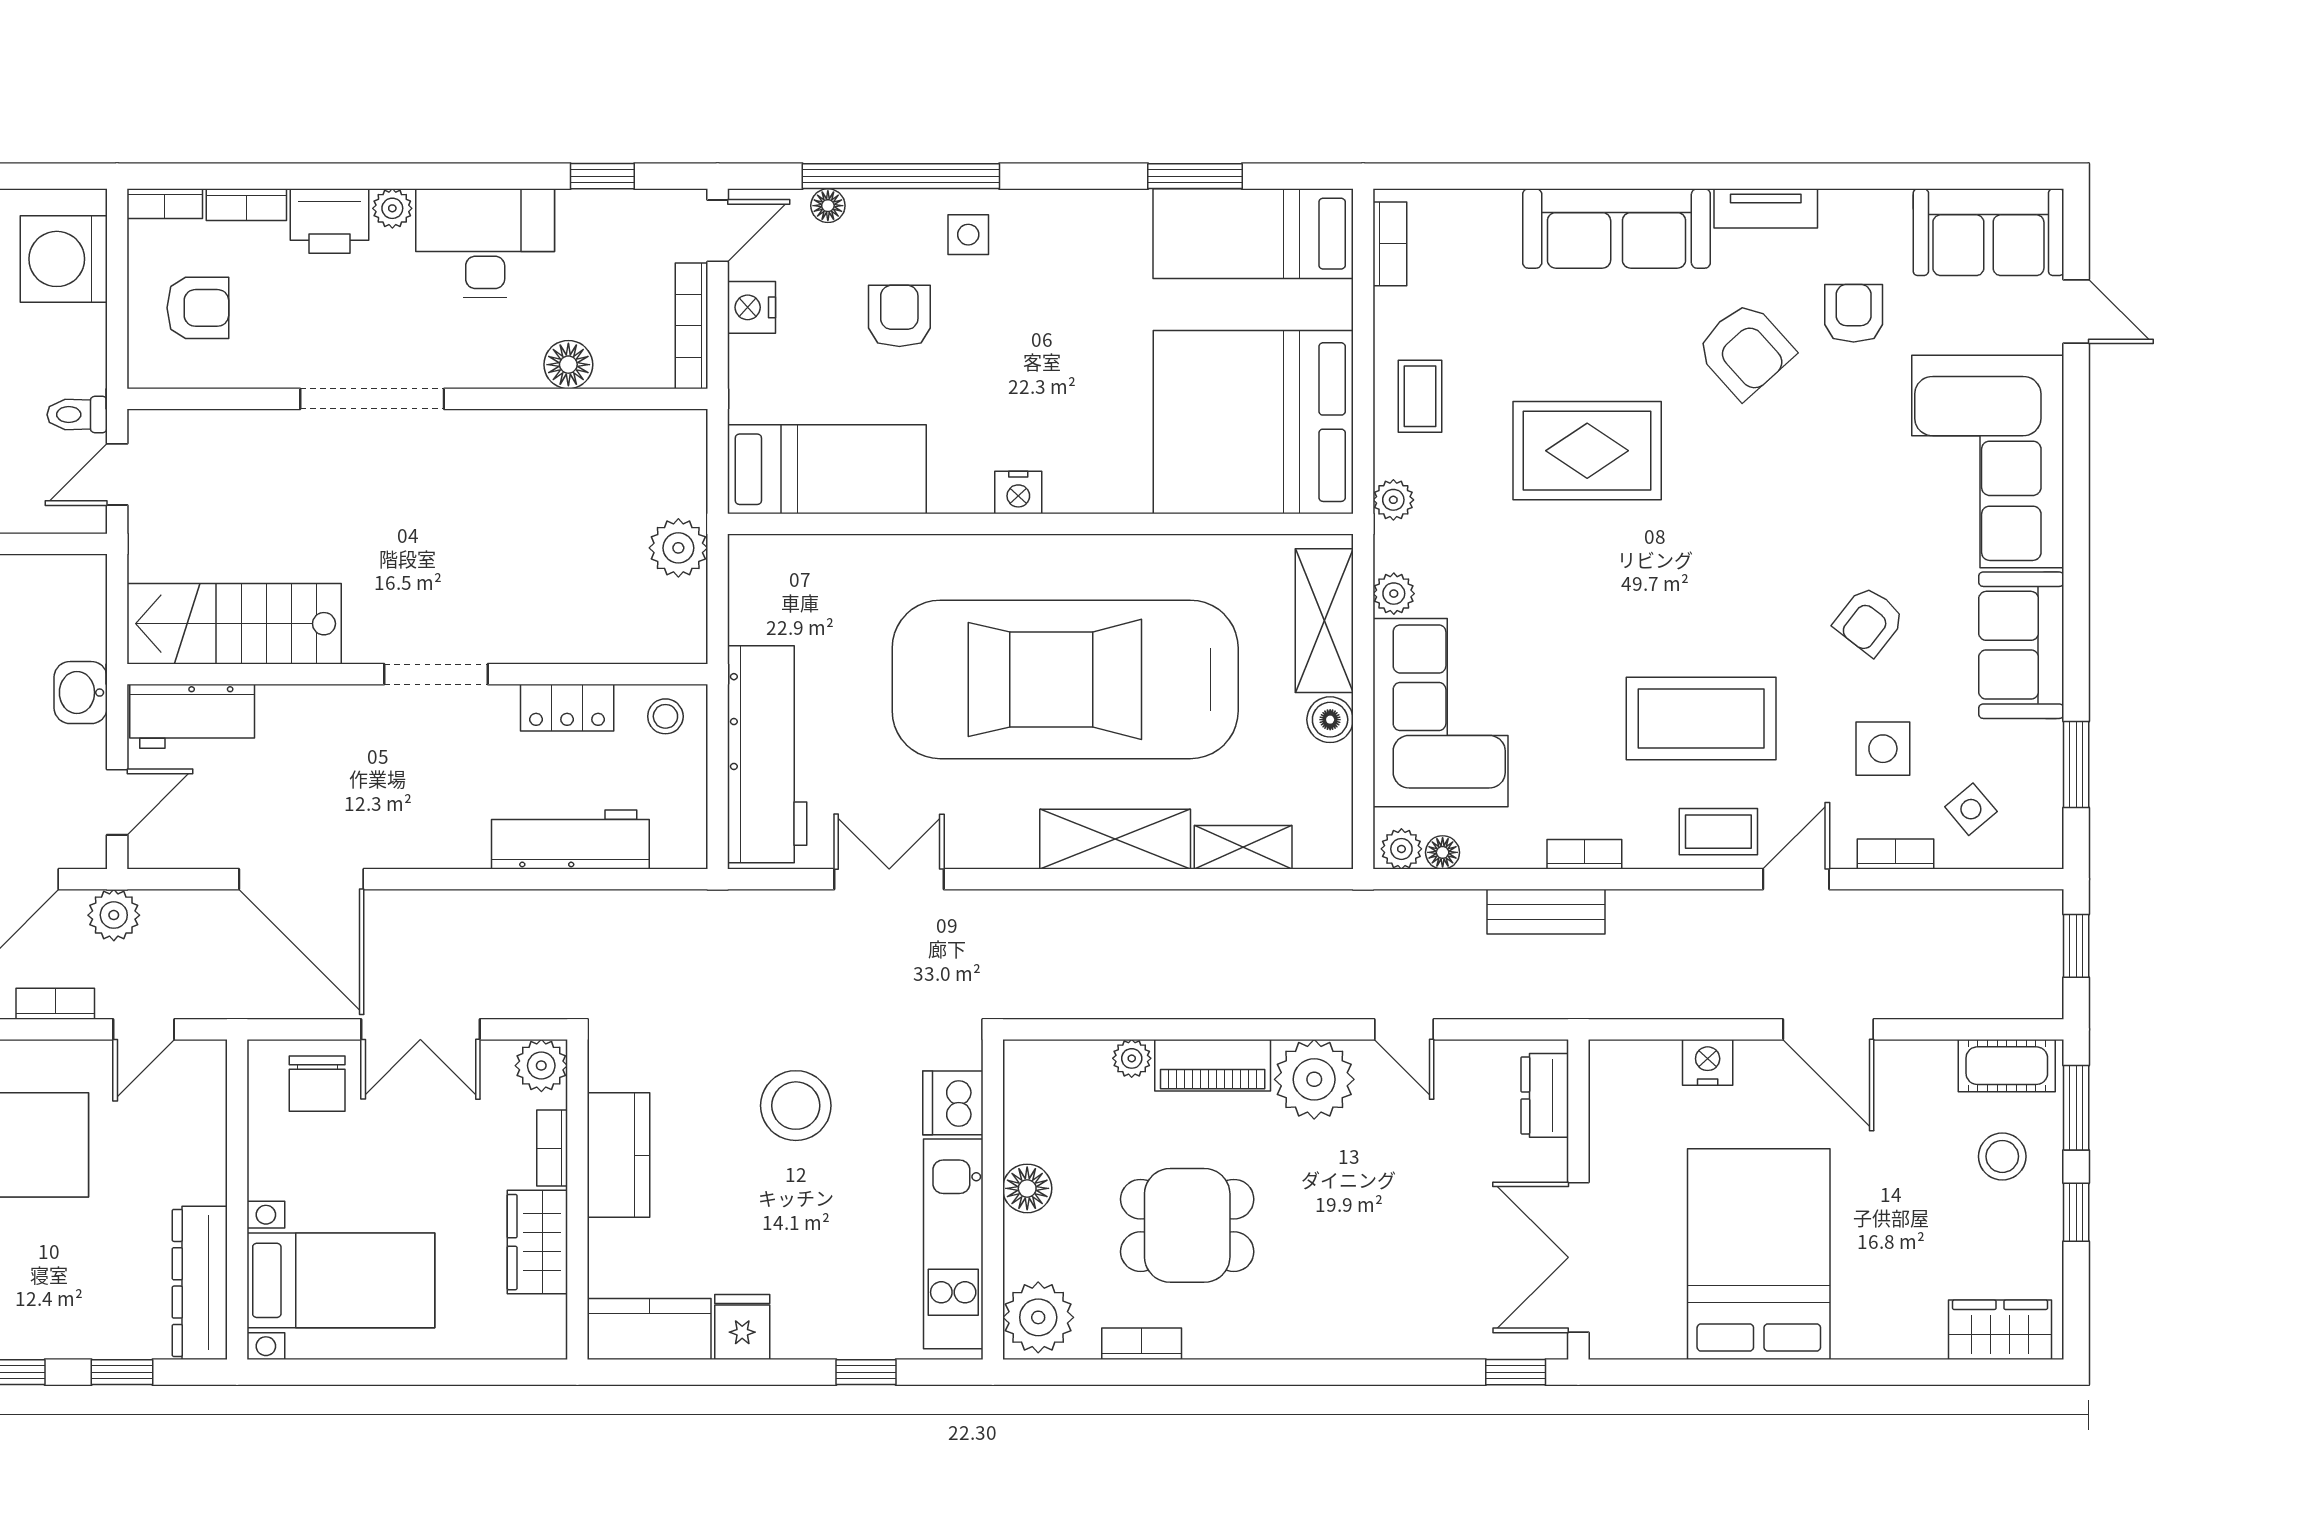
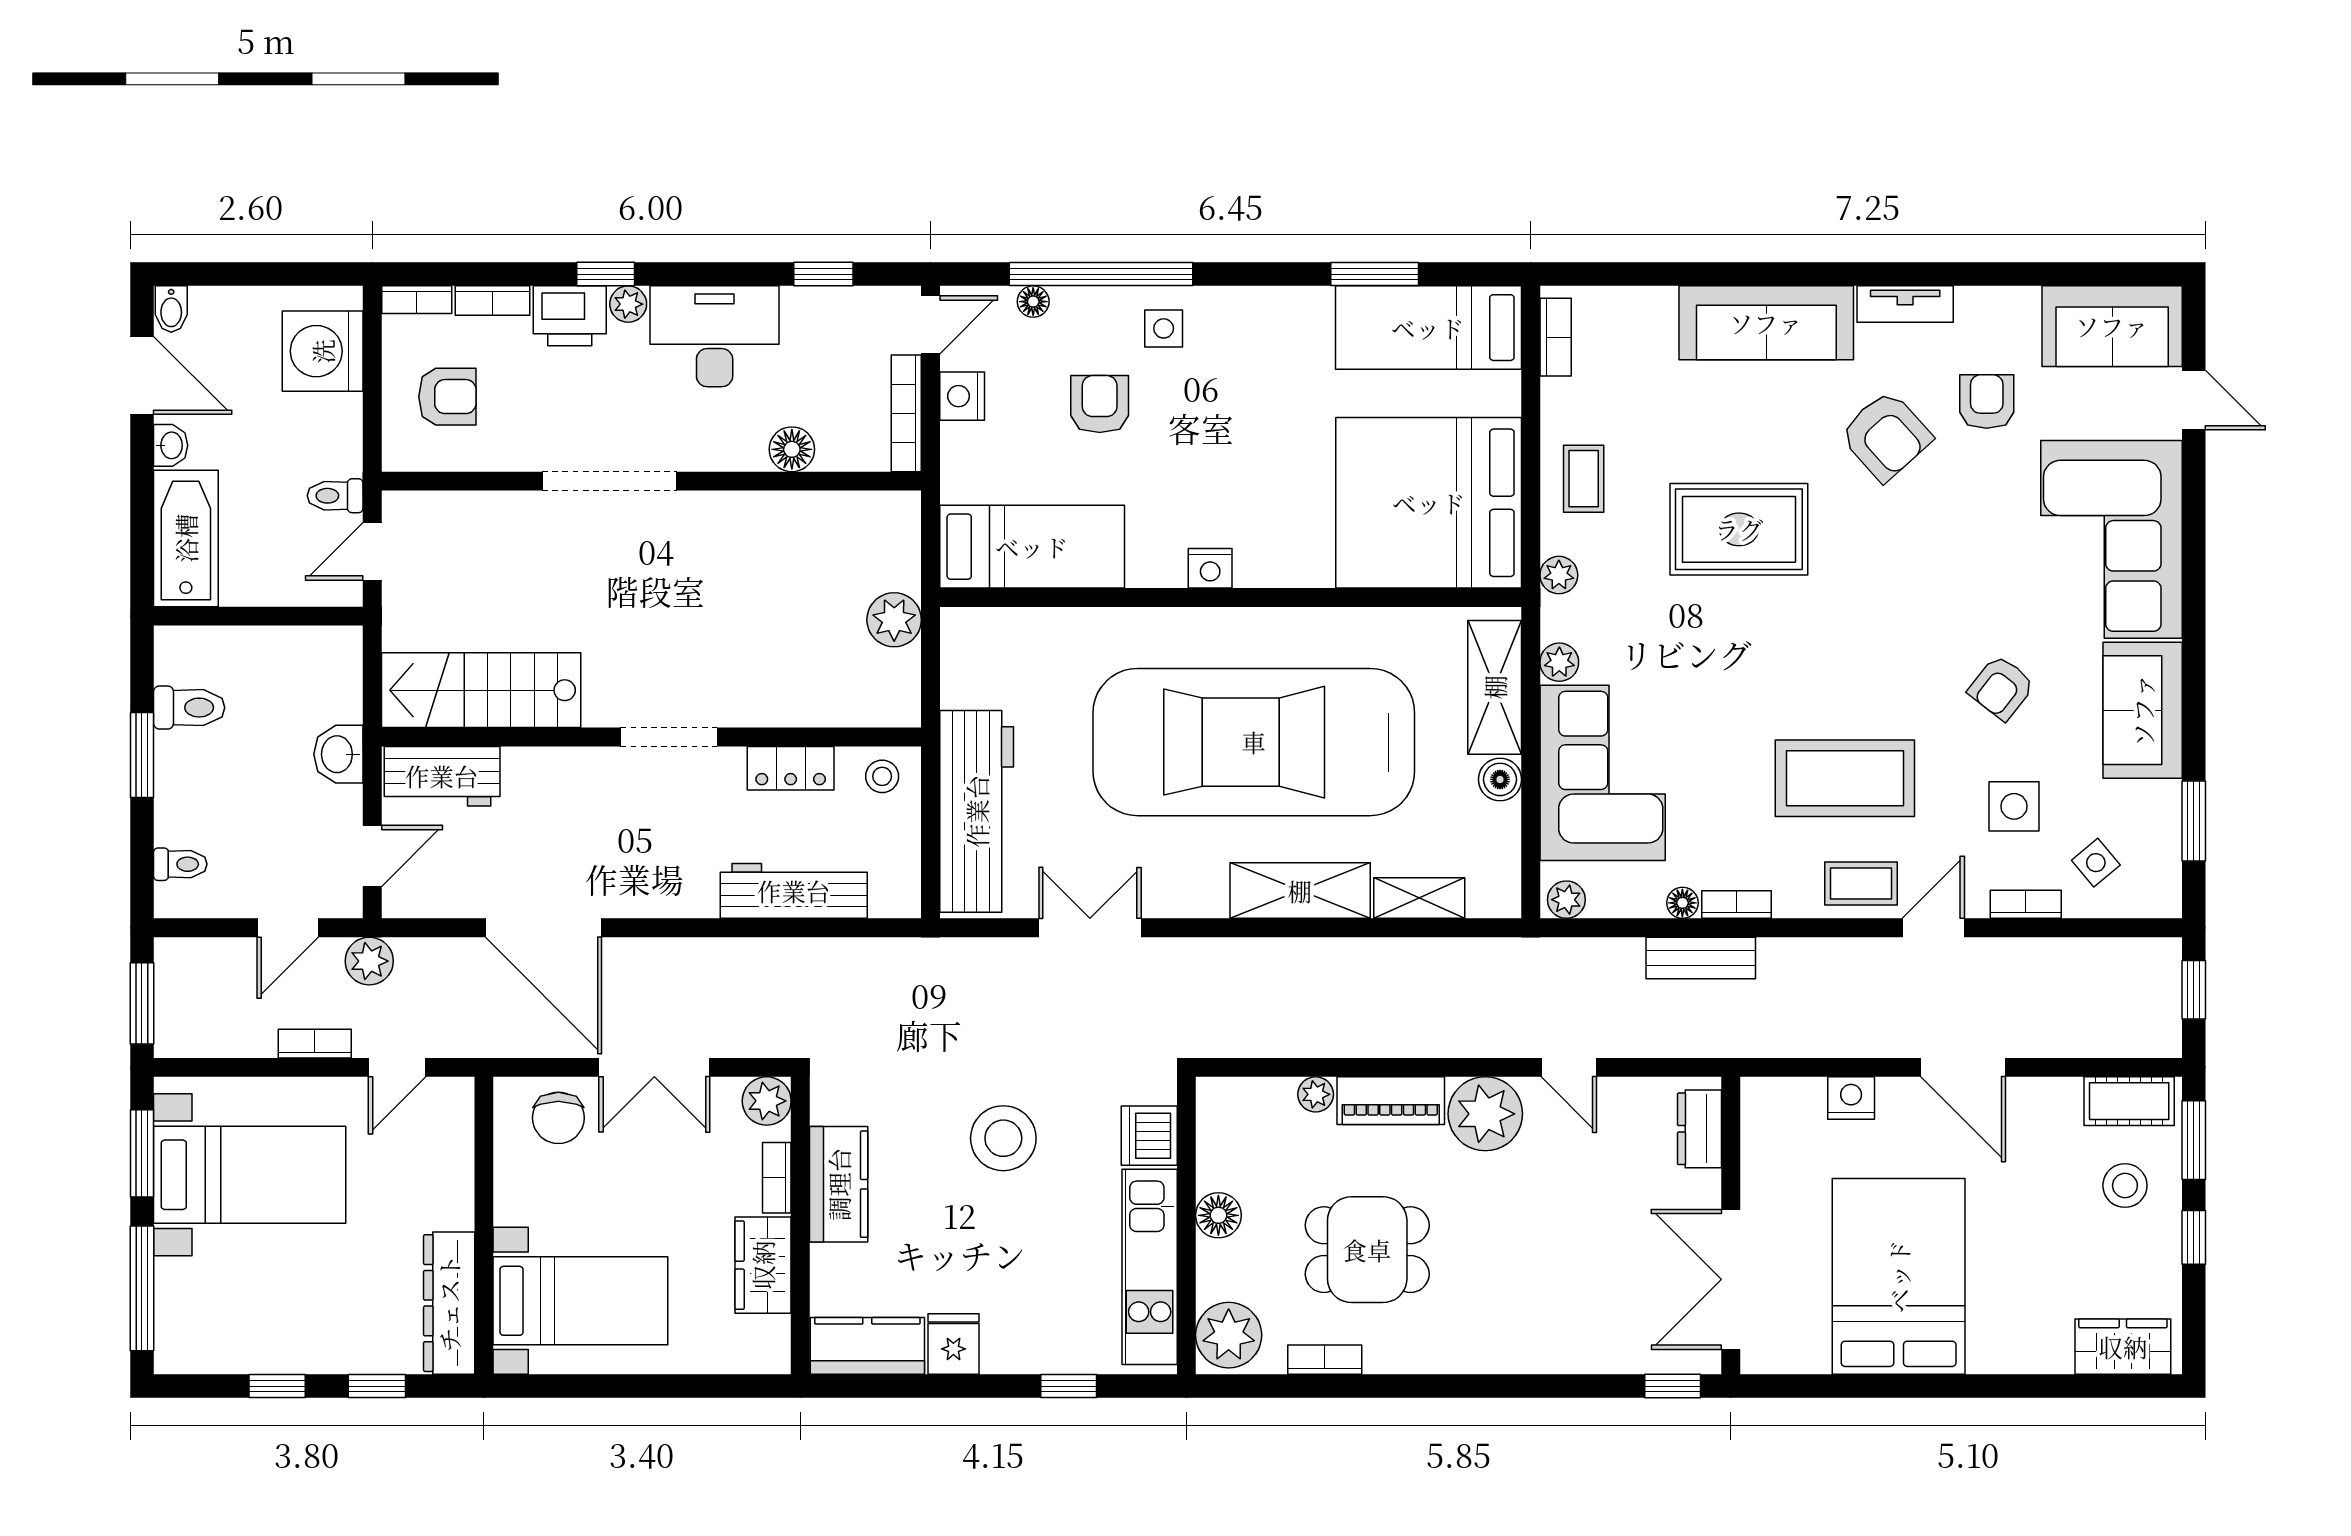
window: (368, 176) -> (606, 274), added
floor lamp: (1443, 852) -> (1682, 903), moved

